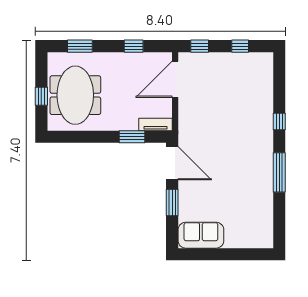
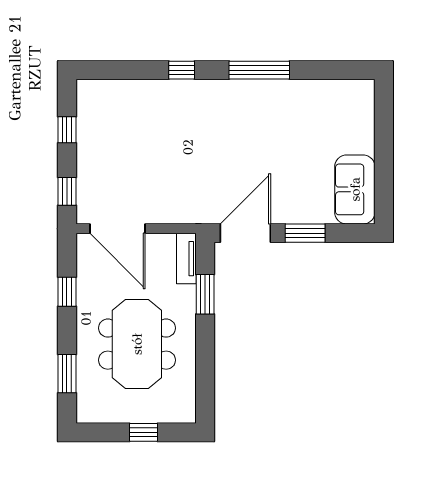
meeting table: (75, 95) -> (137, 344), moved, turned 90

